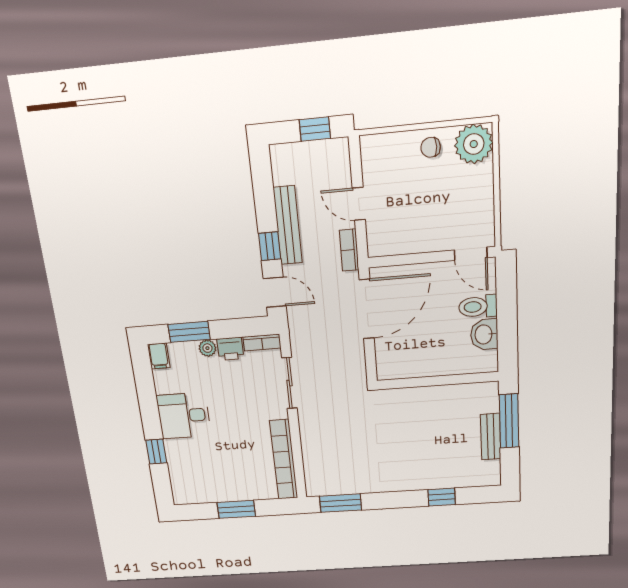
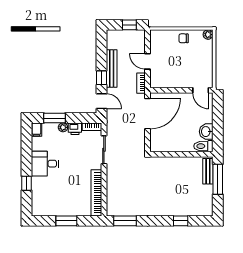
plant: (474, 144) -> (208, 35), width x0.53, depth x0.53
toilet: (478, 307) -> (203, 146), moved
bench: (491, 437) -> (208, 171), moved

